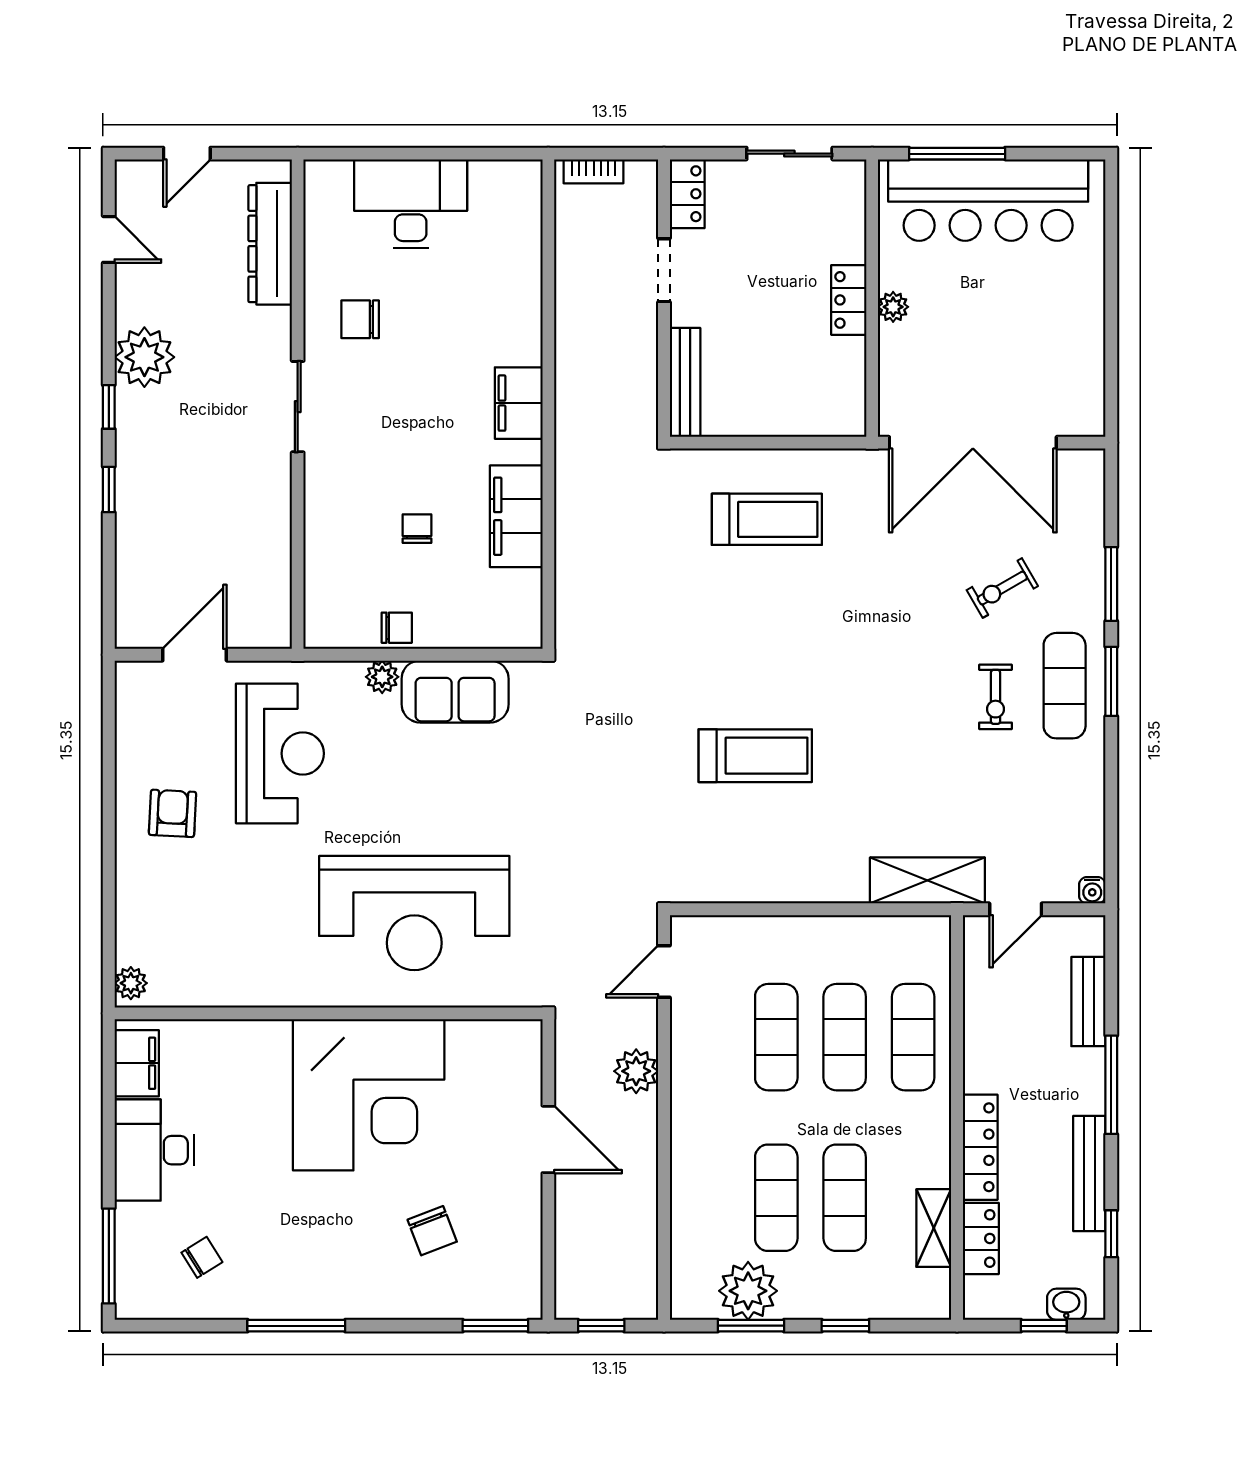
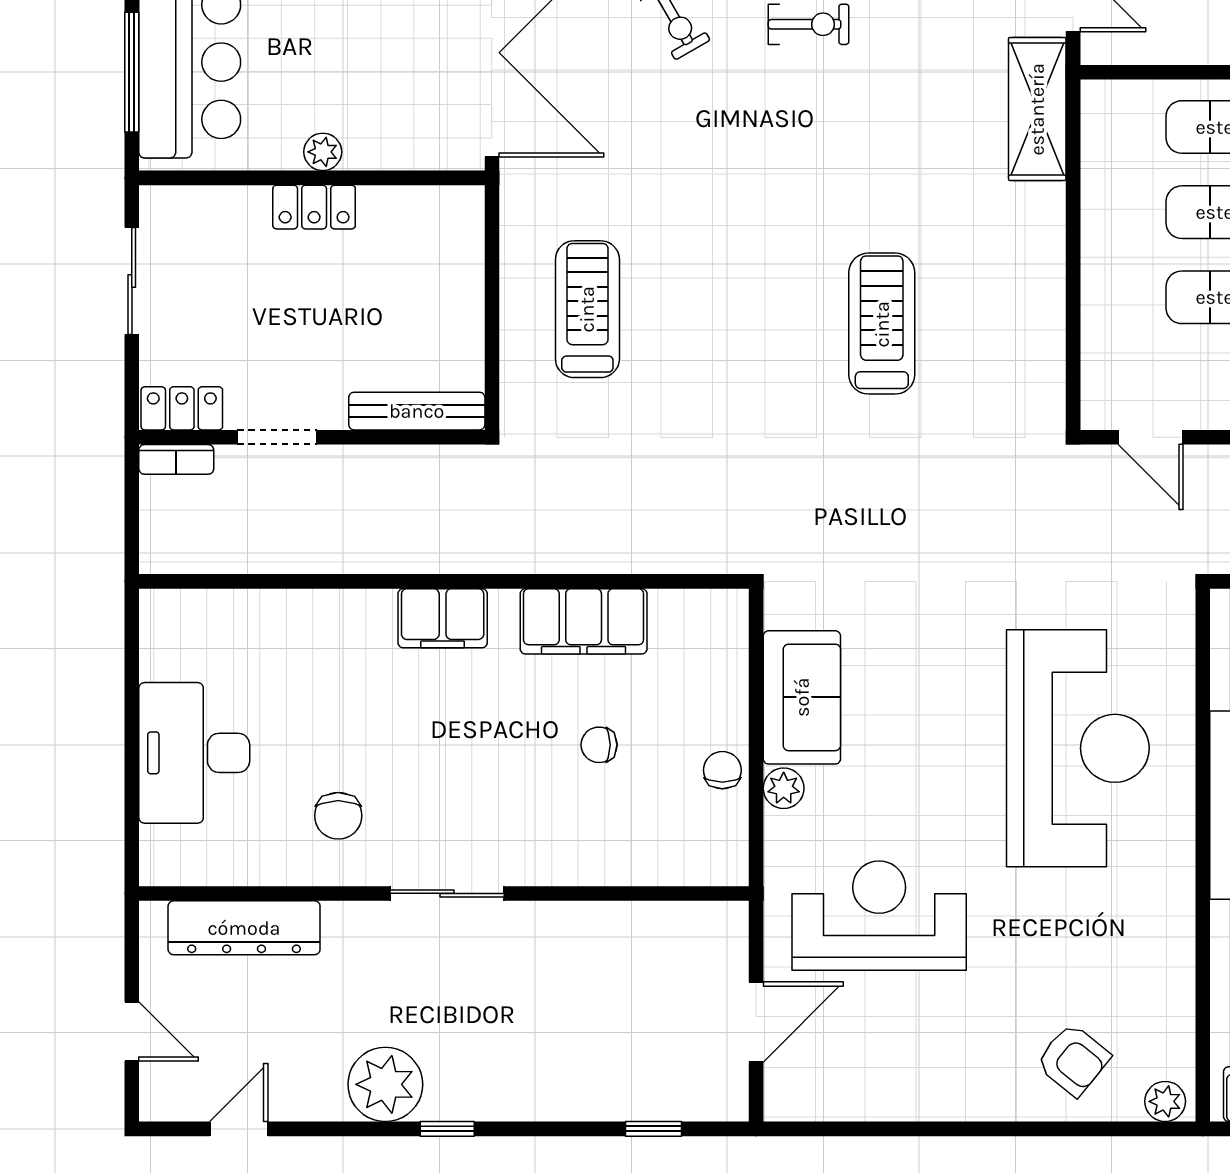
bookcase: (594, 171) -> (176, 459), moved, turned 90
window: (109, 489) -> (653, 1129), moved
door: (195, 655) -> (756, 1022), swing flipped
armchair: (172, 813) -> (1073, 1060), moved, turned -144

